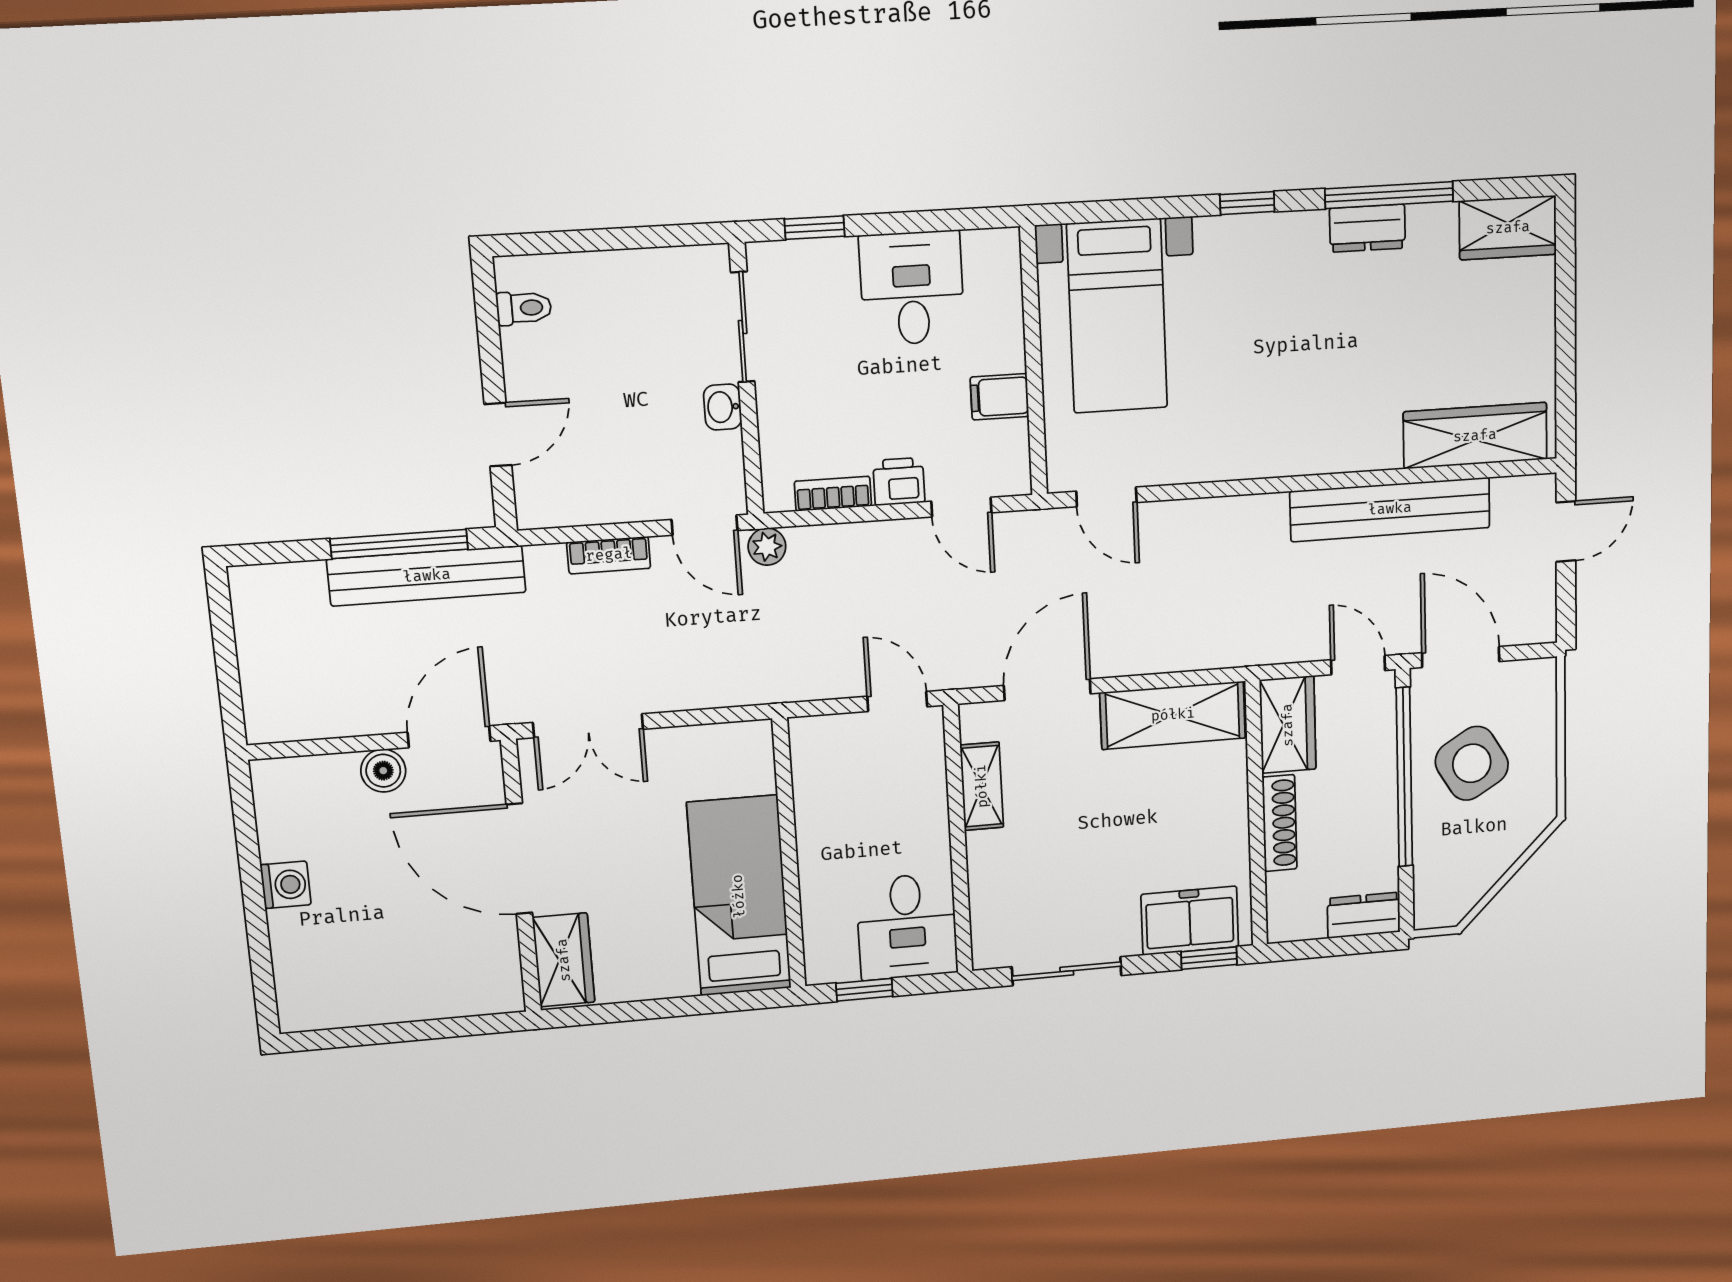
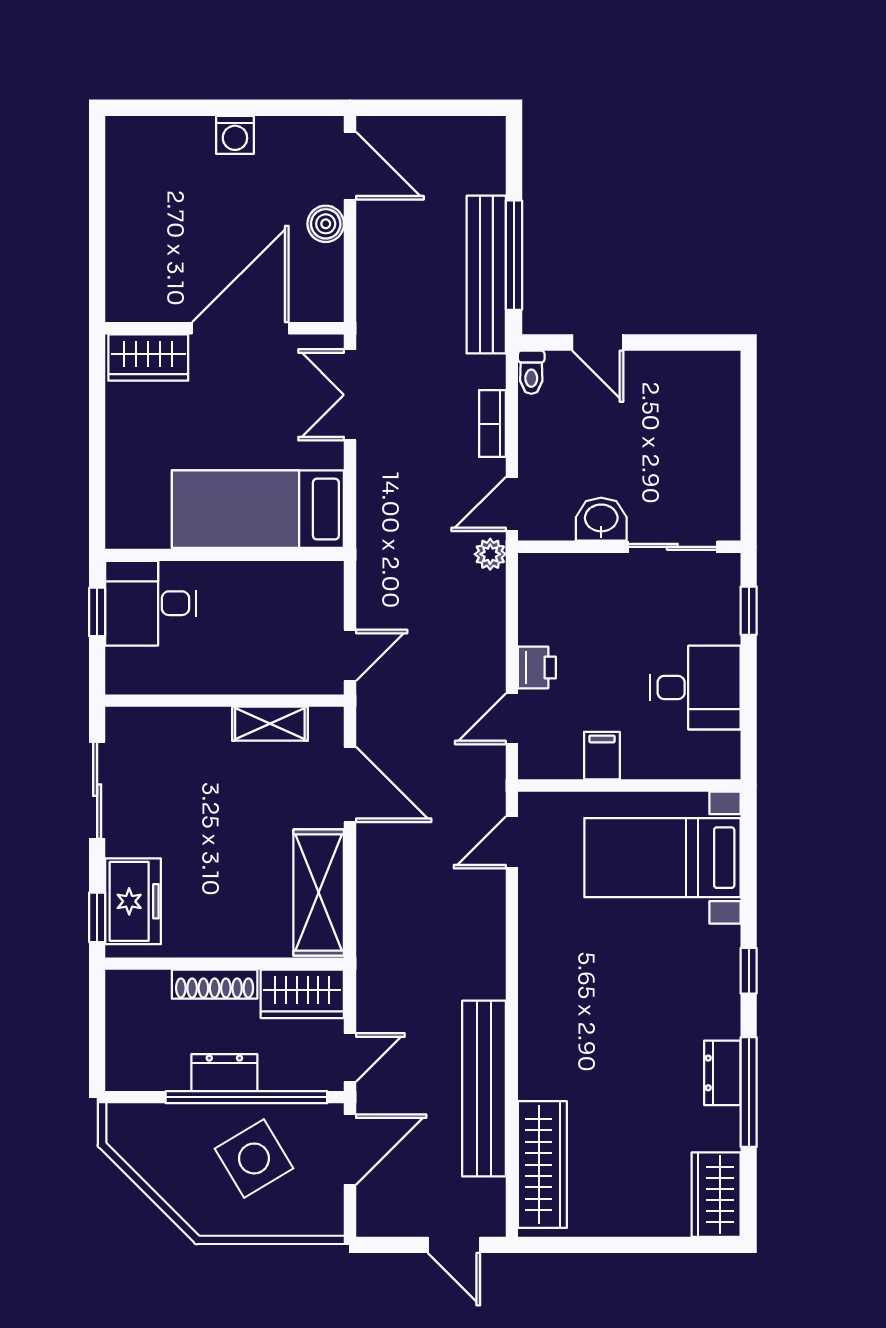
toilet: (524, 308) -> (531, 372), moved
washbasin: (723, 407) -> (601, 519), width x1.38, depth x1.45
bookcase: (833, 494) -> (531, 612), removed
door: (449, 737) -> (350, 166), moved
bed: (739, 896) -> (258, 509), moved, turned 180
dresser: (1364, 915) -> (224, 1073), moved, turned -90
desk: (907, 926) -> (151, 603), moved

